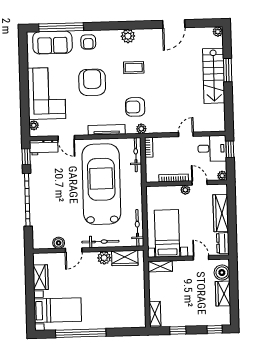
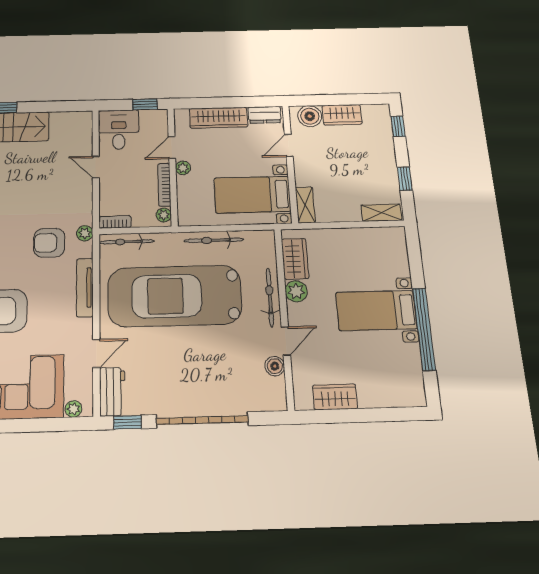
armchair: (135, 107) -> (49, 243), turned 90
window: (230, 149) -> (145, 104), moved
plant: (222, 176) -> (164, 215), moved
bicycle: (137, 228) -> (214, 240), moved
door: (74, 250) -> (286, 341), hinge flipped
bed with nightstands: (58, 310) -> (376, 310), moved, turned -90

